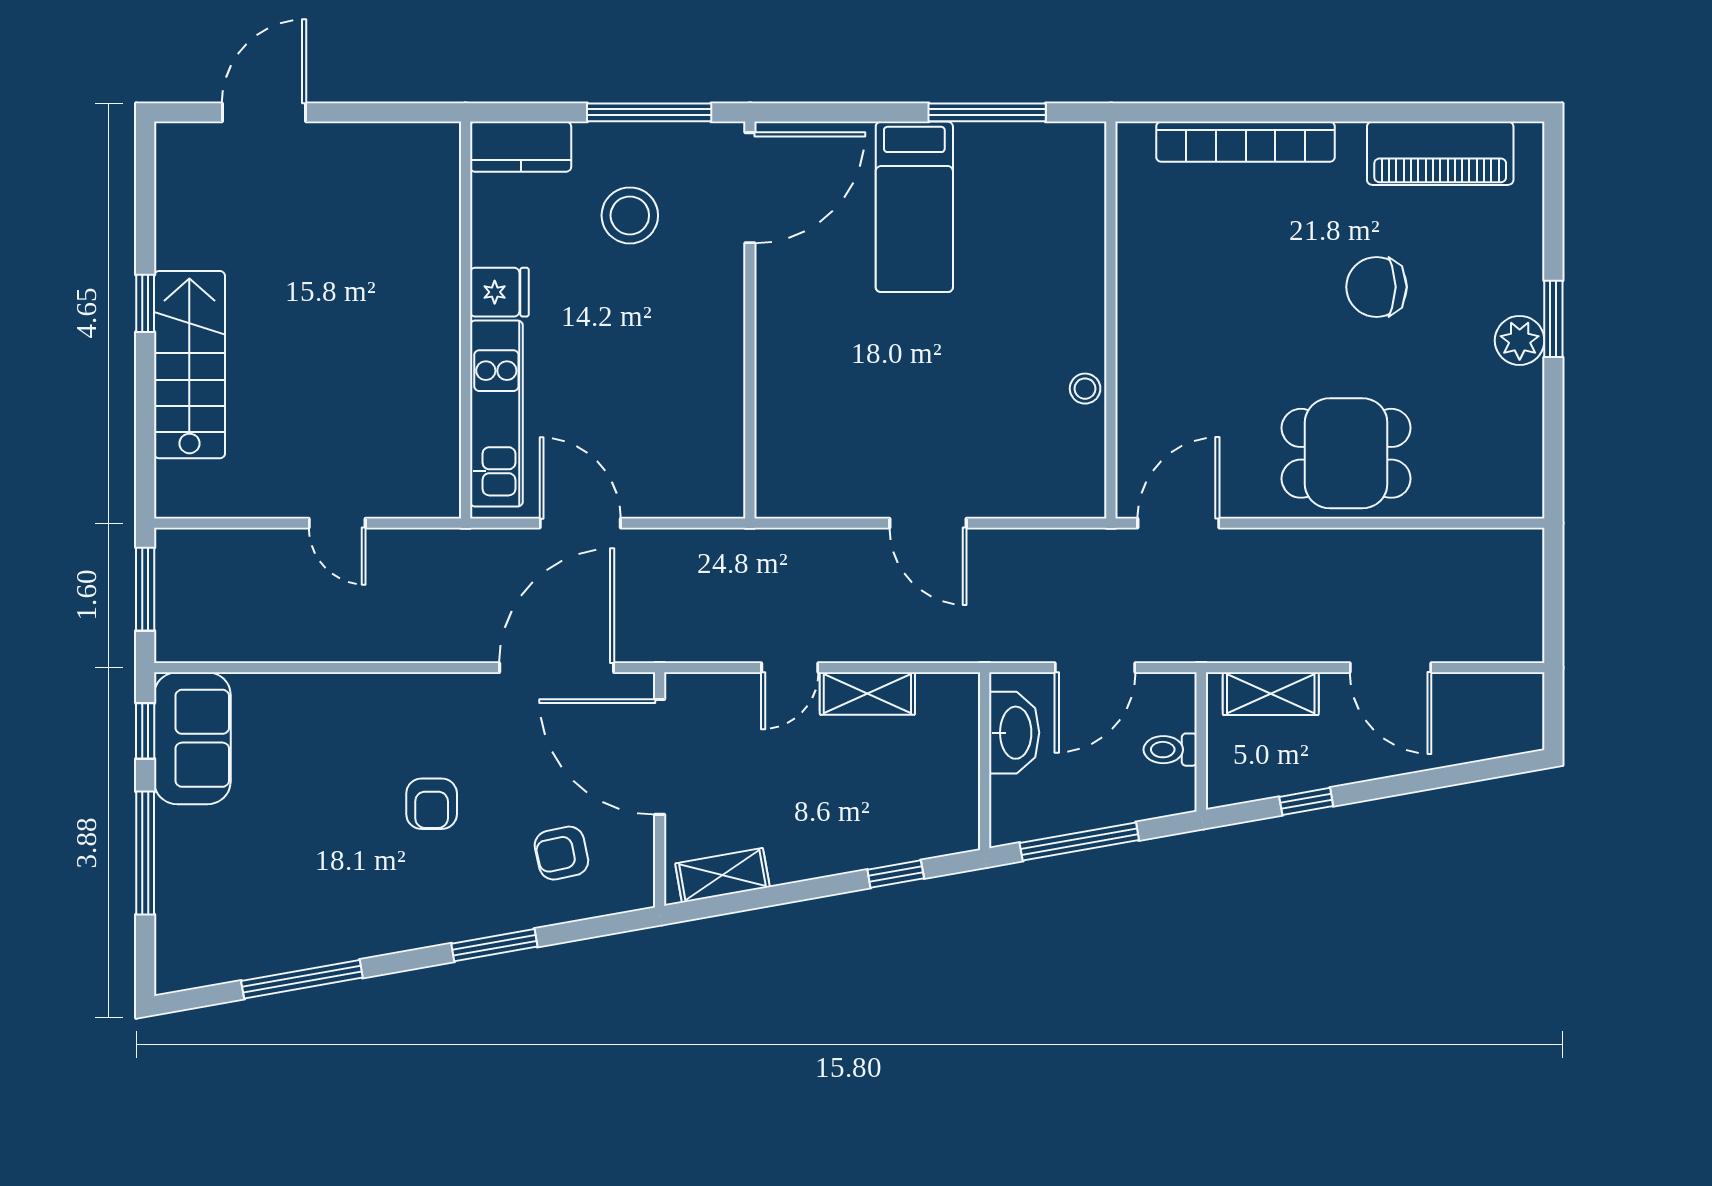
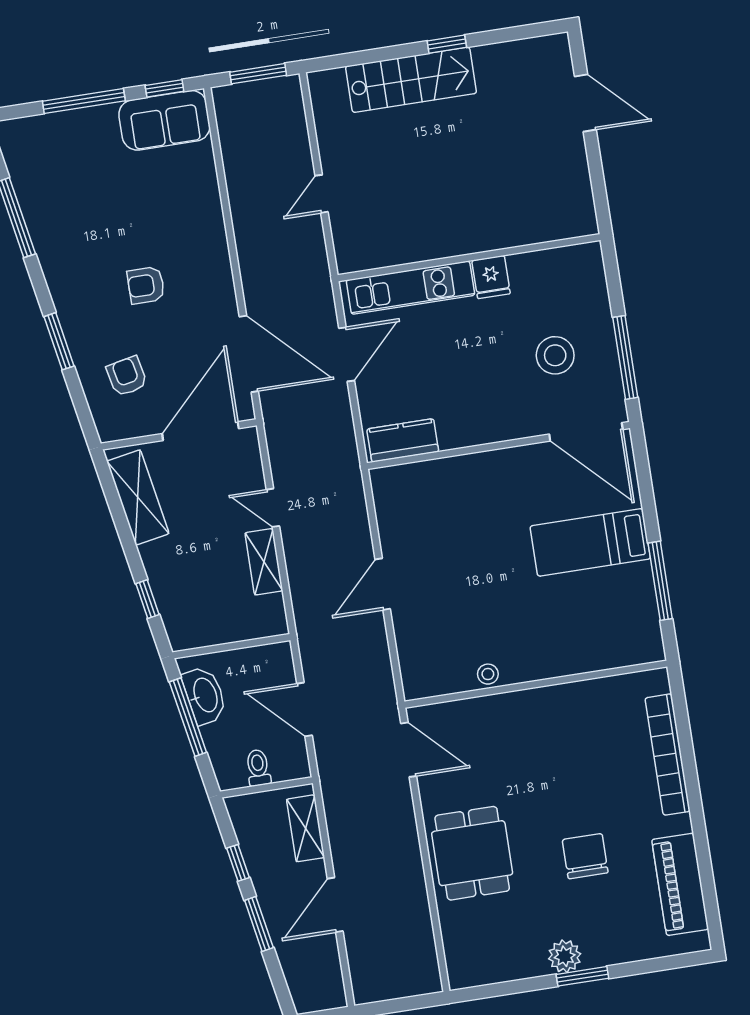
kitchen counter: (521, 147) -> (403, 440), moved, turned 90
washbasin: (1014, 733) -> (205, 695), moved, turned -100
window: (1401, 785) -> (259, 924), added
shelving: (722, 875) -> (138, 497), width x1.50, depth x1.33

